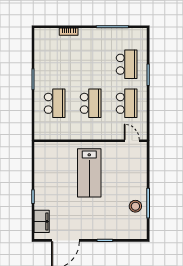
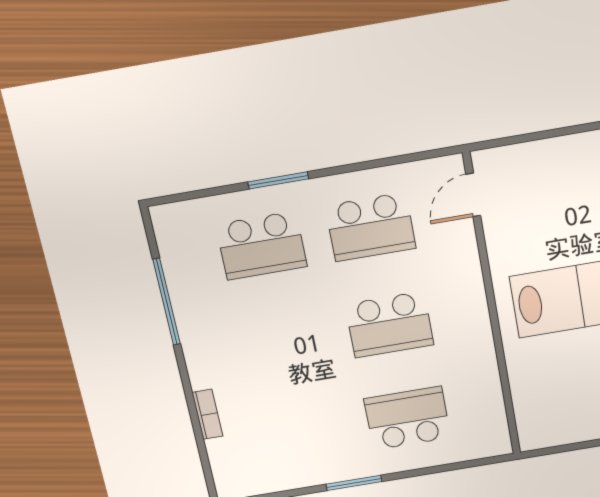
school desk: (127, 64) -> (261, 246), turned 180
school desk: (91, 103) -> (389, 325), turned 180
school desk: (127, 103) -> (371, 227), turned 180

